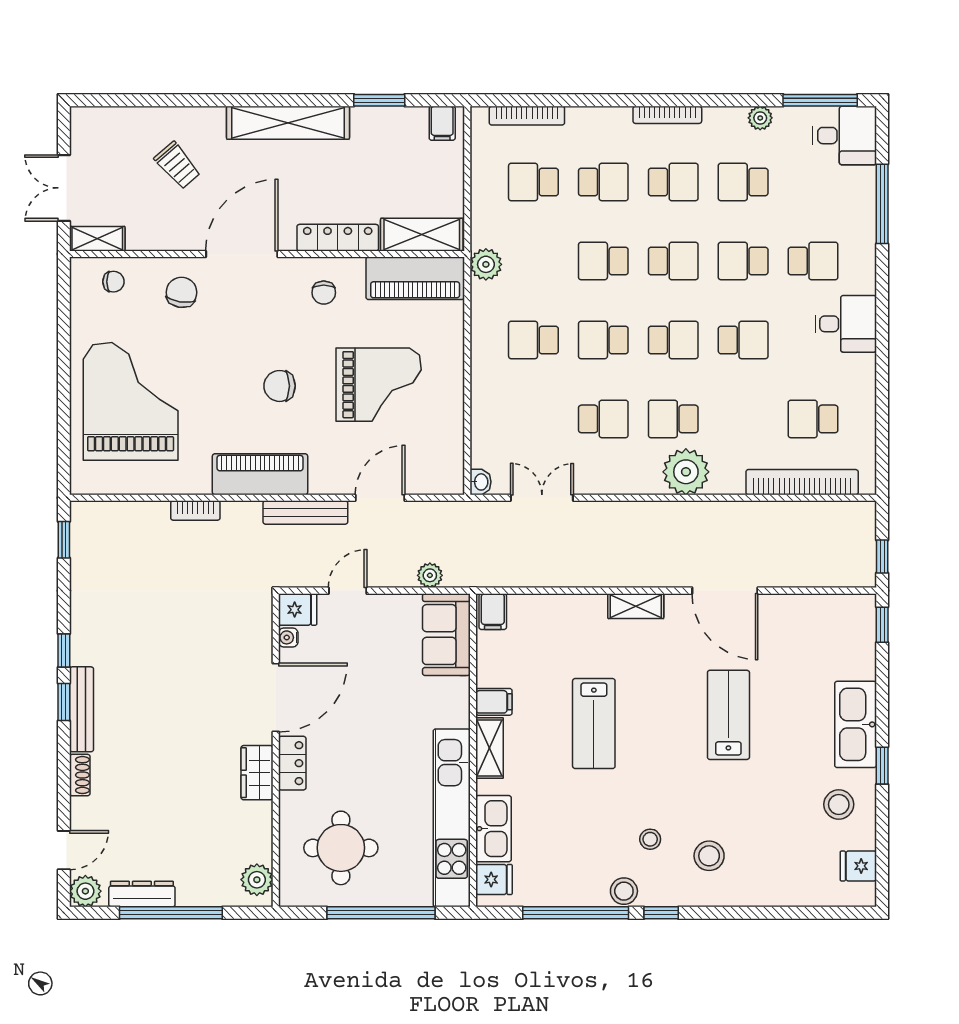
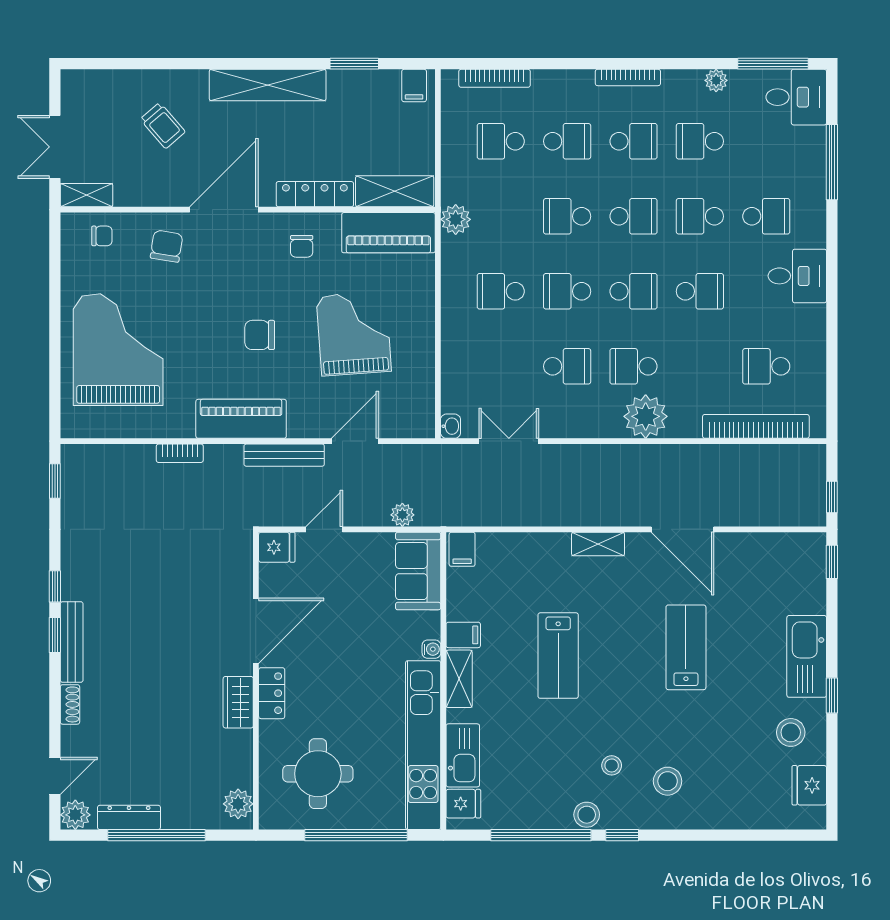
grand piano: (379, 385) -> (354, 334), turned -94
water cooler: (288, 637) -> (431, 649), moved, turned 180
fridge: (858, 866) -> (809, 785), width x1.38

